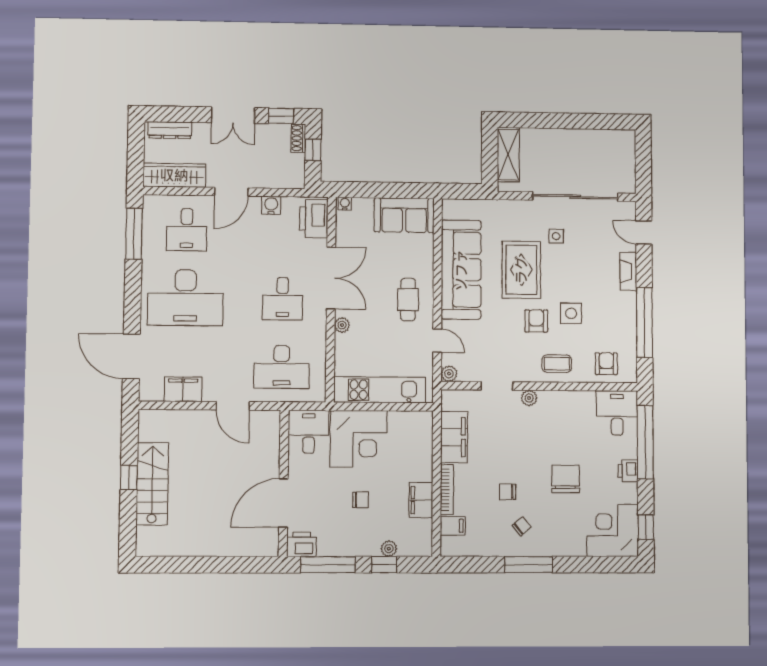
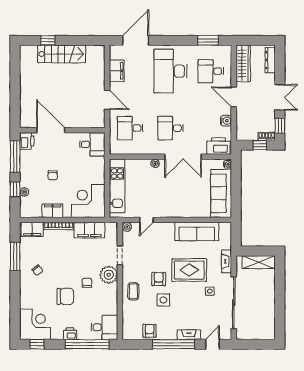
double door: (233, 115) -> (280, 97), swing flipped
fireplace: (507, 208) -> (227, 261), added
sofa: (404, 215) -> (221, 193), width x1.36
window: (134, 234) -> (208, 40), width x0.69
sofa: (461, 270) -> (197, 231), width x0.74, depth x0.79
cafe table: (408, 300) -> (171, 202), removed
armchair: (536, 321) -> (159, 279), turned -90
window: (644, 323) -> (174, 344), moved
armchair: (606, 364) -> (150, 331), moved, turned -90
desk: (282, 367) -> (130, 128), width x0.73
plant: (529, 398) -> (109, 275), width x1.88, depth x1.88
door: (233, 406) -> (107, 100), swing flipped
corner desk: (358, 439) -> (88, 201), moved, turned 90
window: (129, 477) -> (48, 40), moved
chair: (508, 492) -> (87, 283), moved
filing cabinet: (453, 526) -> (32, 229), width x2.00
window: (529, 565) -> (15, 256), moved

